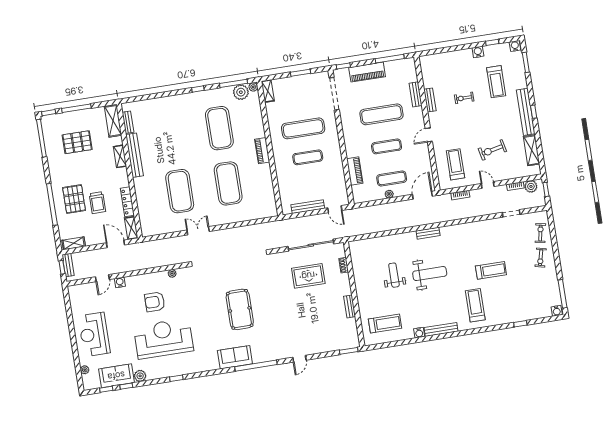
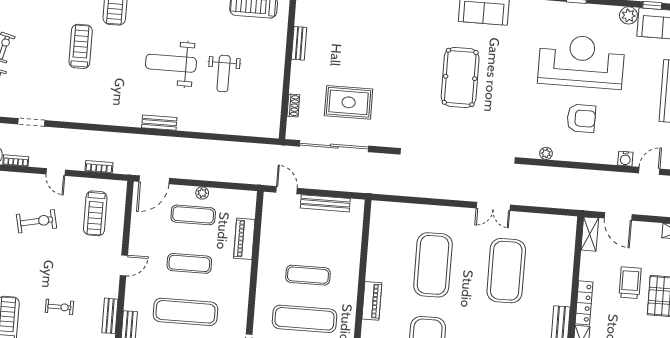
locker: (127, 202) -> (584, 303), moved
treadmill: (491, 270) -> (81, 46), turned 90
reception desk: (164, 339) -> (581, 61), turned 180

